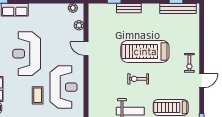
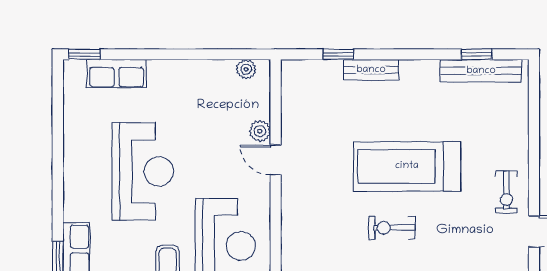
plant: (79, 25) -> (260, 131), moved
reception desk: (27, 54) -> (143, 171), turned 180

